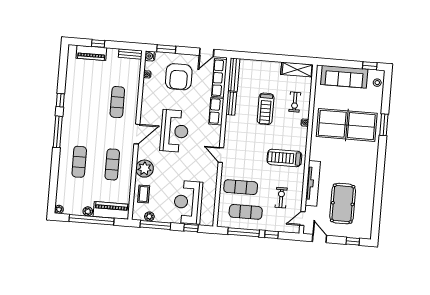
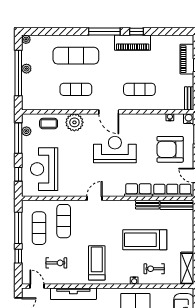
treadmill: (266, 109) -> (145, 240), width x1.37, depth x1.38
reception desk: (174, 131) -> (115, 150), turned 180
exercise mat: (79, 162) -> (76, 56), width x1.36, depth x1.45
reception desk: (188, 202) -> (44, 169), turned -90
piano: (111, 210) -> (133, 43), moved, turned 90

